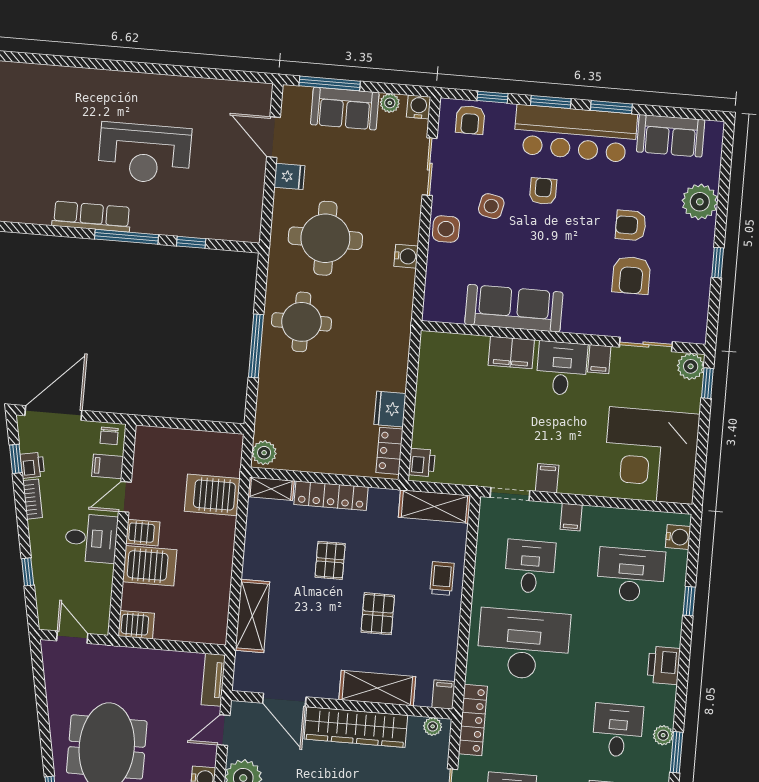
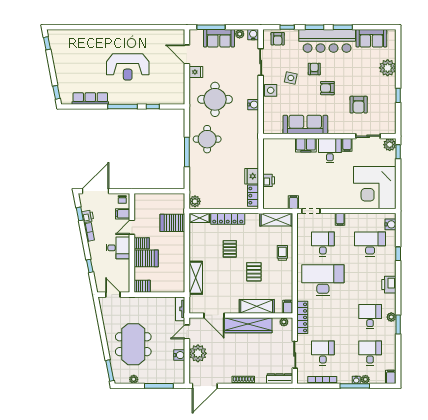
row of seats: (91, 217) -> (90, 98), moved
armchair: (631, 225) -> (327, 88), moved
printer: (422, 463) -> (269, 180), moved
filing cabinet: (547, 478) -> (293, 202), moved

